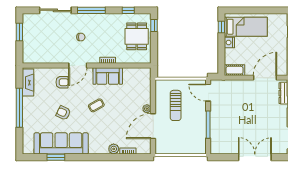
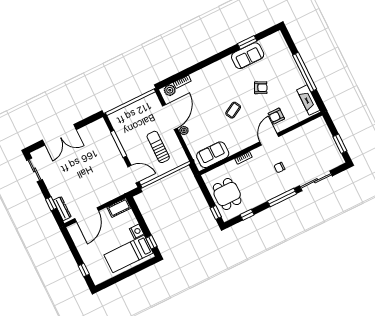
sofa: (108, 76) -> (213, 155), moved
sofa: (61, 143) -> (248, 56), width x0.54, depth x0.79
plant: (114, 149) -> (170, 90), moved

